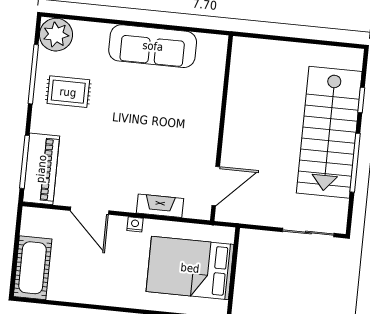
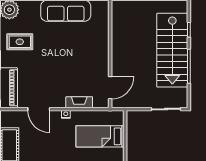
bed: (190, 268) -> (100, 136), width x0.67

